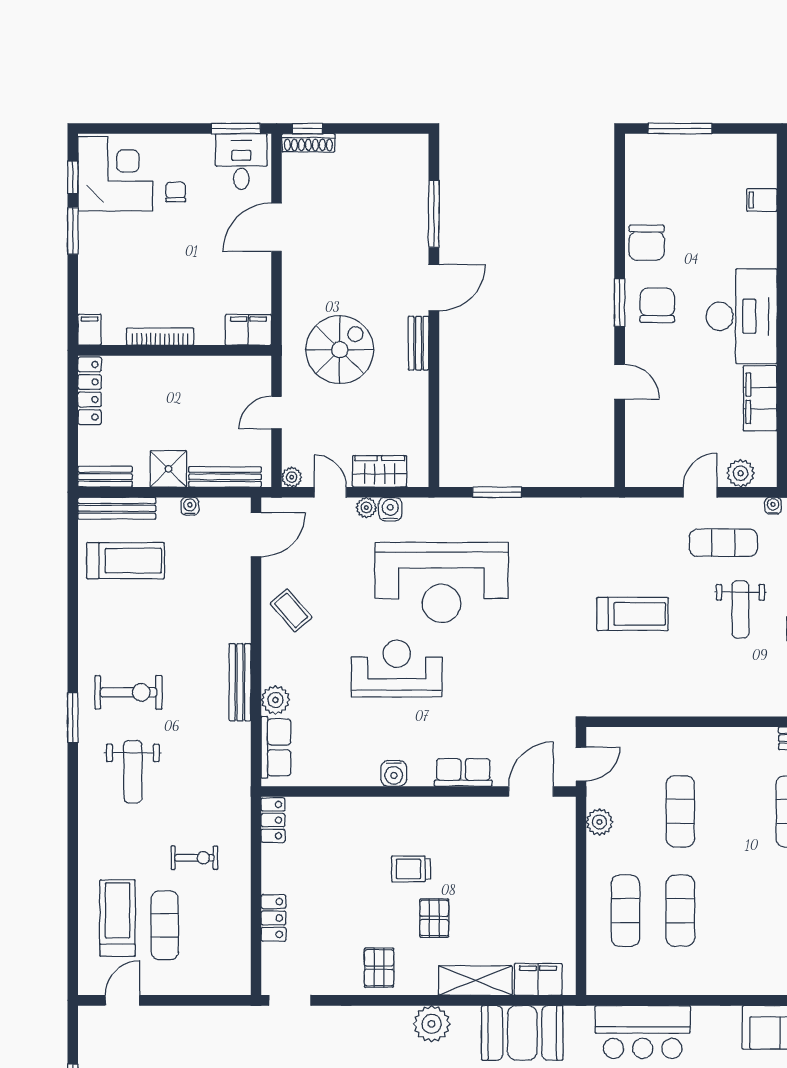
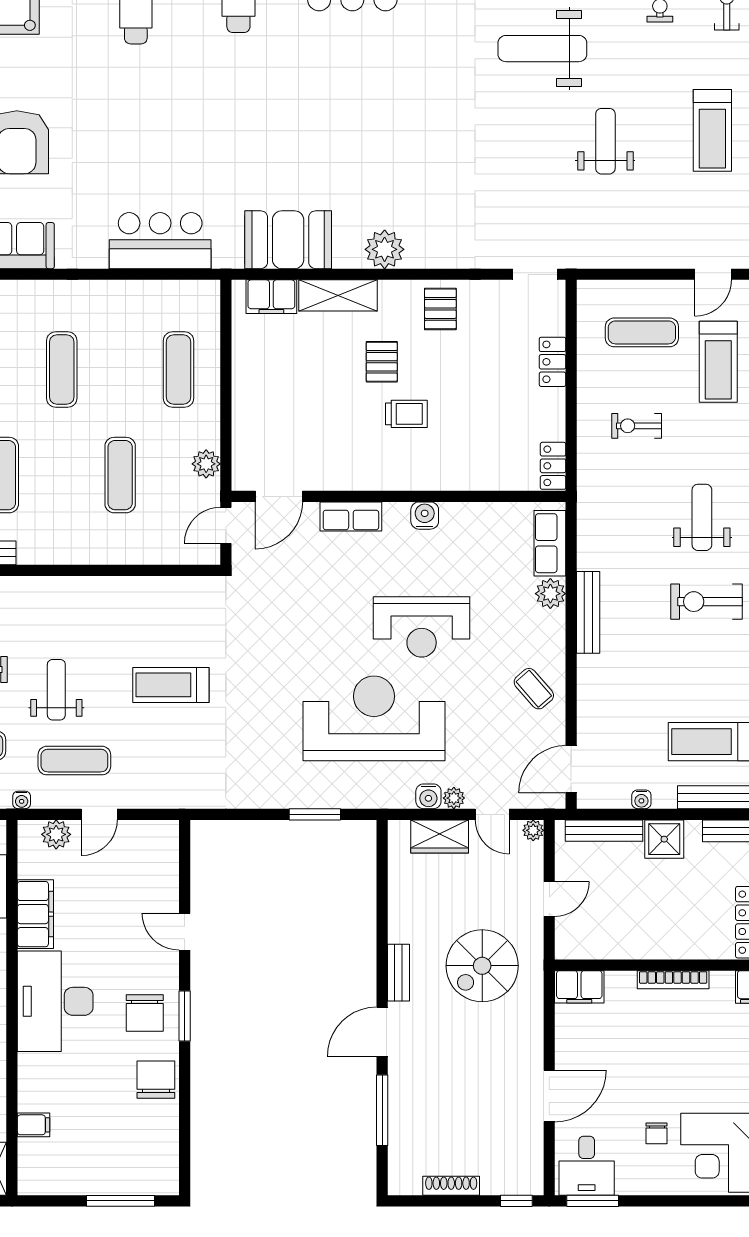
shoe rack: (308, 143) -> (451, 1186), moved
exercise mat: (680, 911) -> (62, 369), moved
exercise mat: (165, 925) -> (642, 332), moved, turned 90

